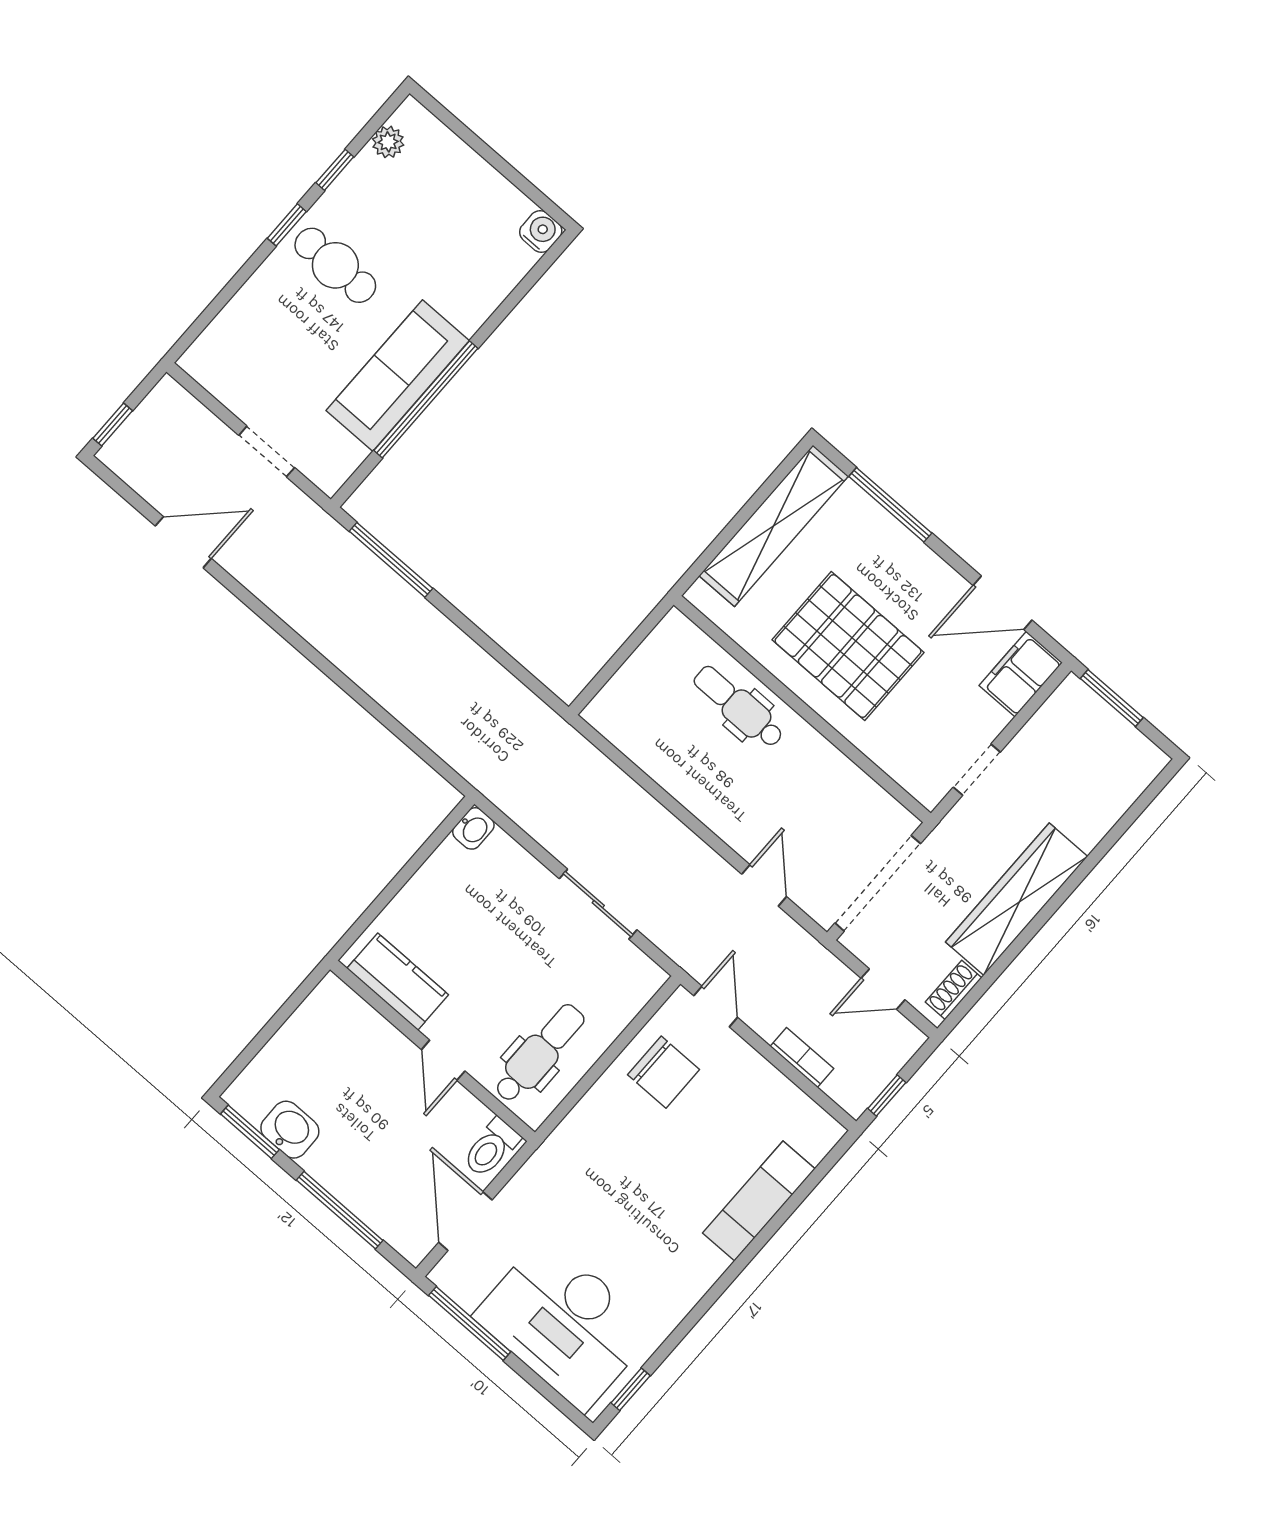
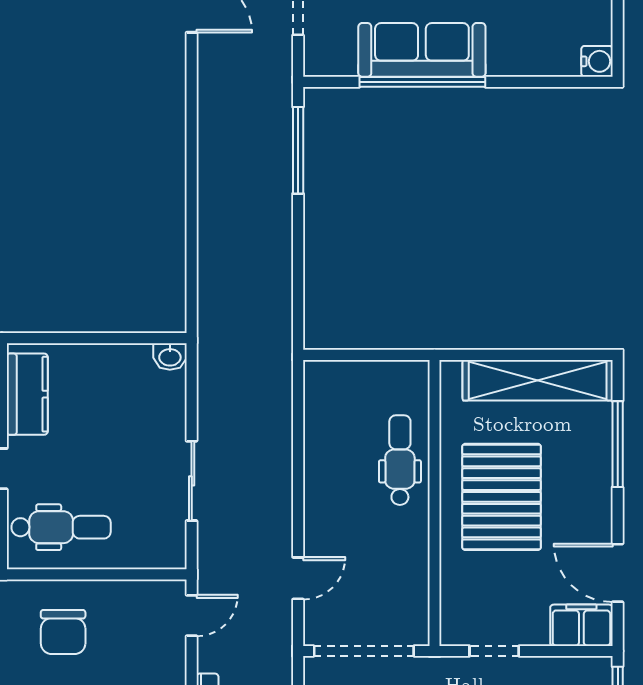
chair: (664, 1072) -> (63, 632), moved

